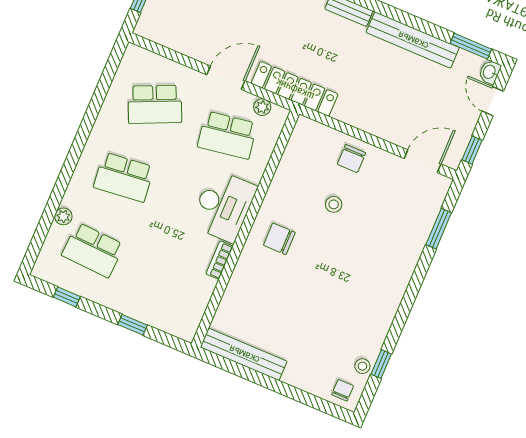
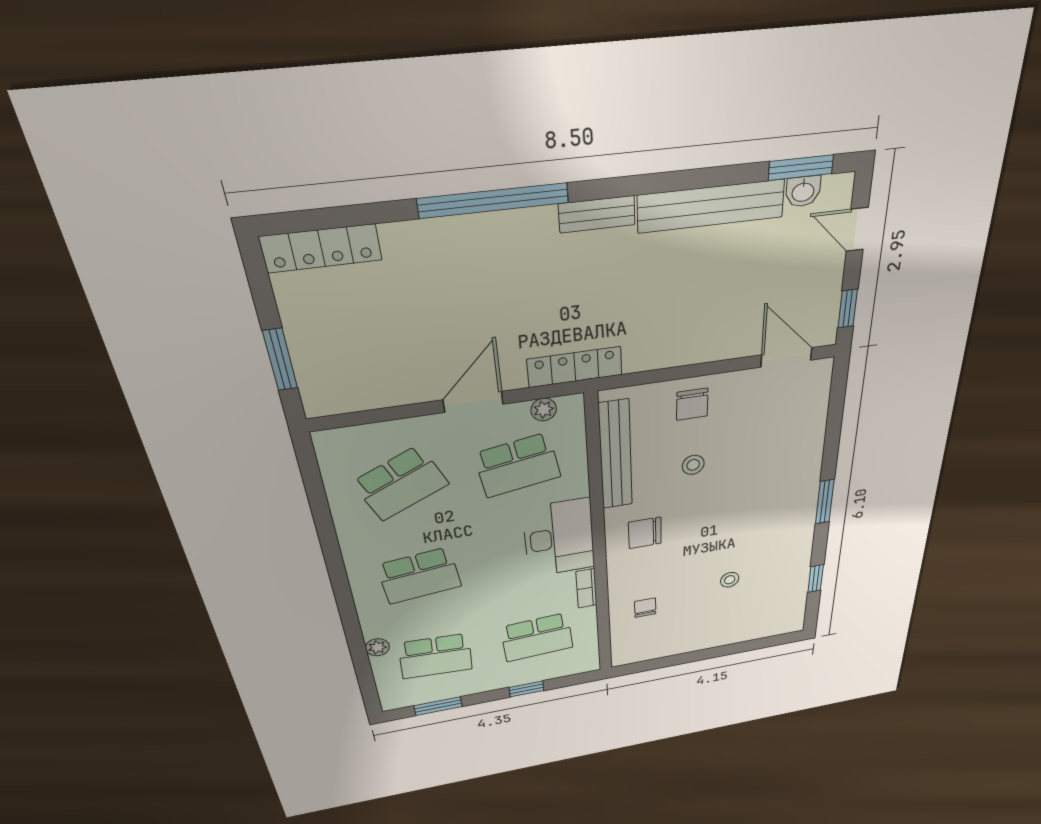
washbasin: (490, 72) -> (803, 191), moved, turned -90
locker: (295, 89) -> (575, 367), width x0.71, depth x0.83
door: (423, 161) -> (786, 357), hinge flipped
window: (439, 229) -> (825, 502), moved
school desk: (165, 281) -> (537, 637), added
window: (67, 297) -> (438, 706), width x1.50
bench: (244, 354) -> (616, 455), moved, turned 90
stool: (362, 366) -> (730, 580), moved
chair: (343, 390) -> (645, 608), moved

